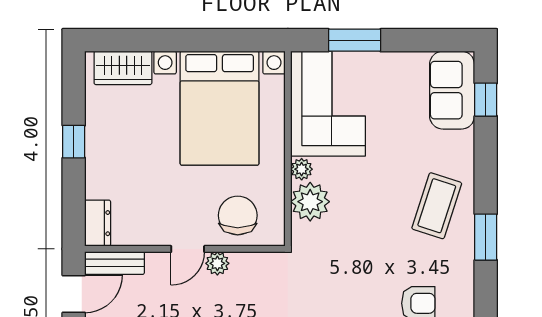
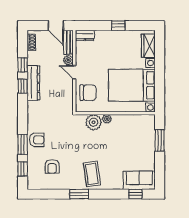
corner sofa: (328, 104) -> (134, 130), removed
coffee table: (437, 206) -> (92, 174), turned 64
plant: (217, 263) -> (68, 60), moved

